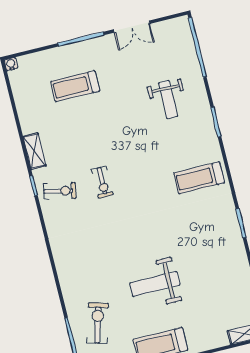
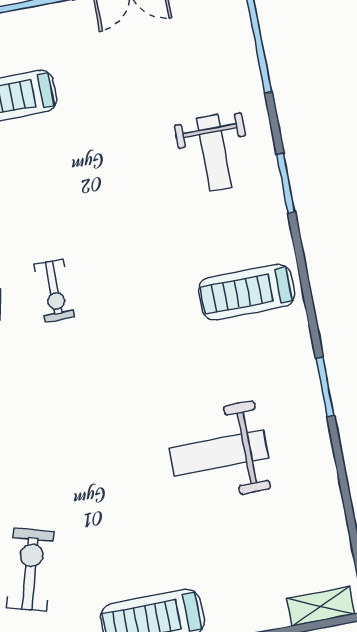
weight bench: (168, 100) -> (214, 153), moved
weight bench: (155, 284) -> (219, 453), moved

